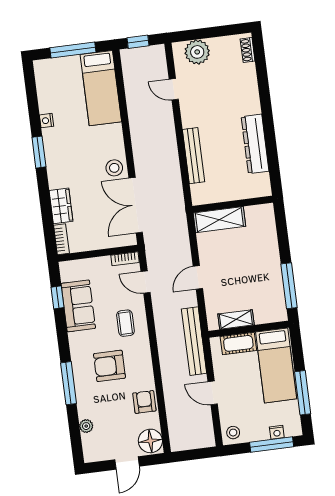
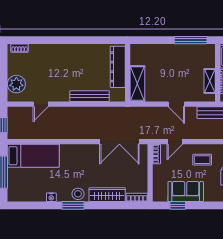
dresser: (255, 144) -> (118, 67), moved, turned 90
stool: (114, 168) -> (78, 194), moved
wardrobe: (61, 206) -> (107, 195), width x1.50

